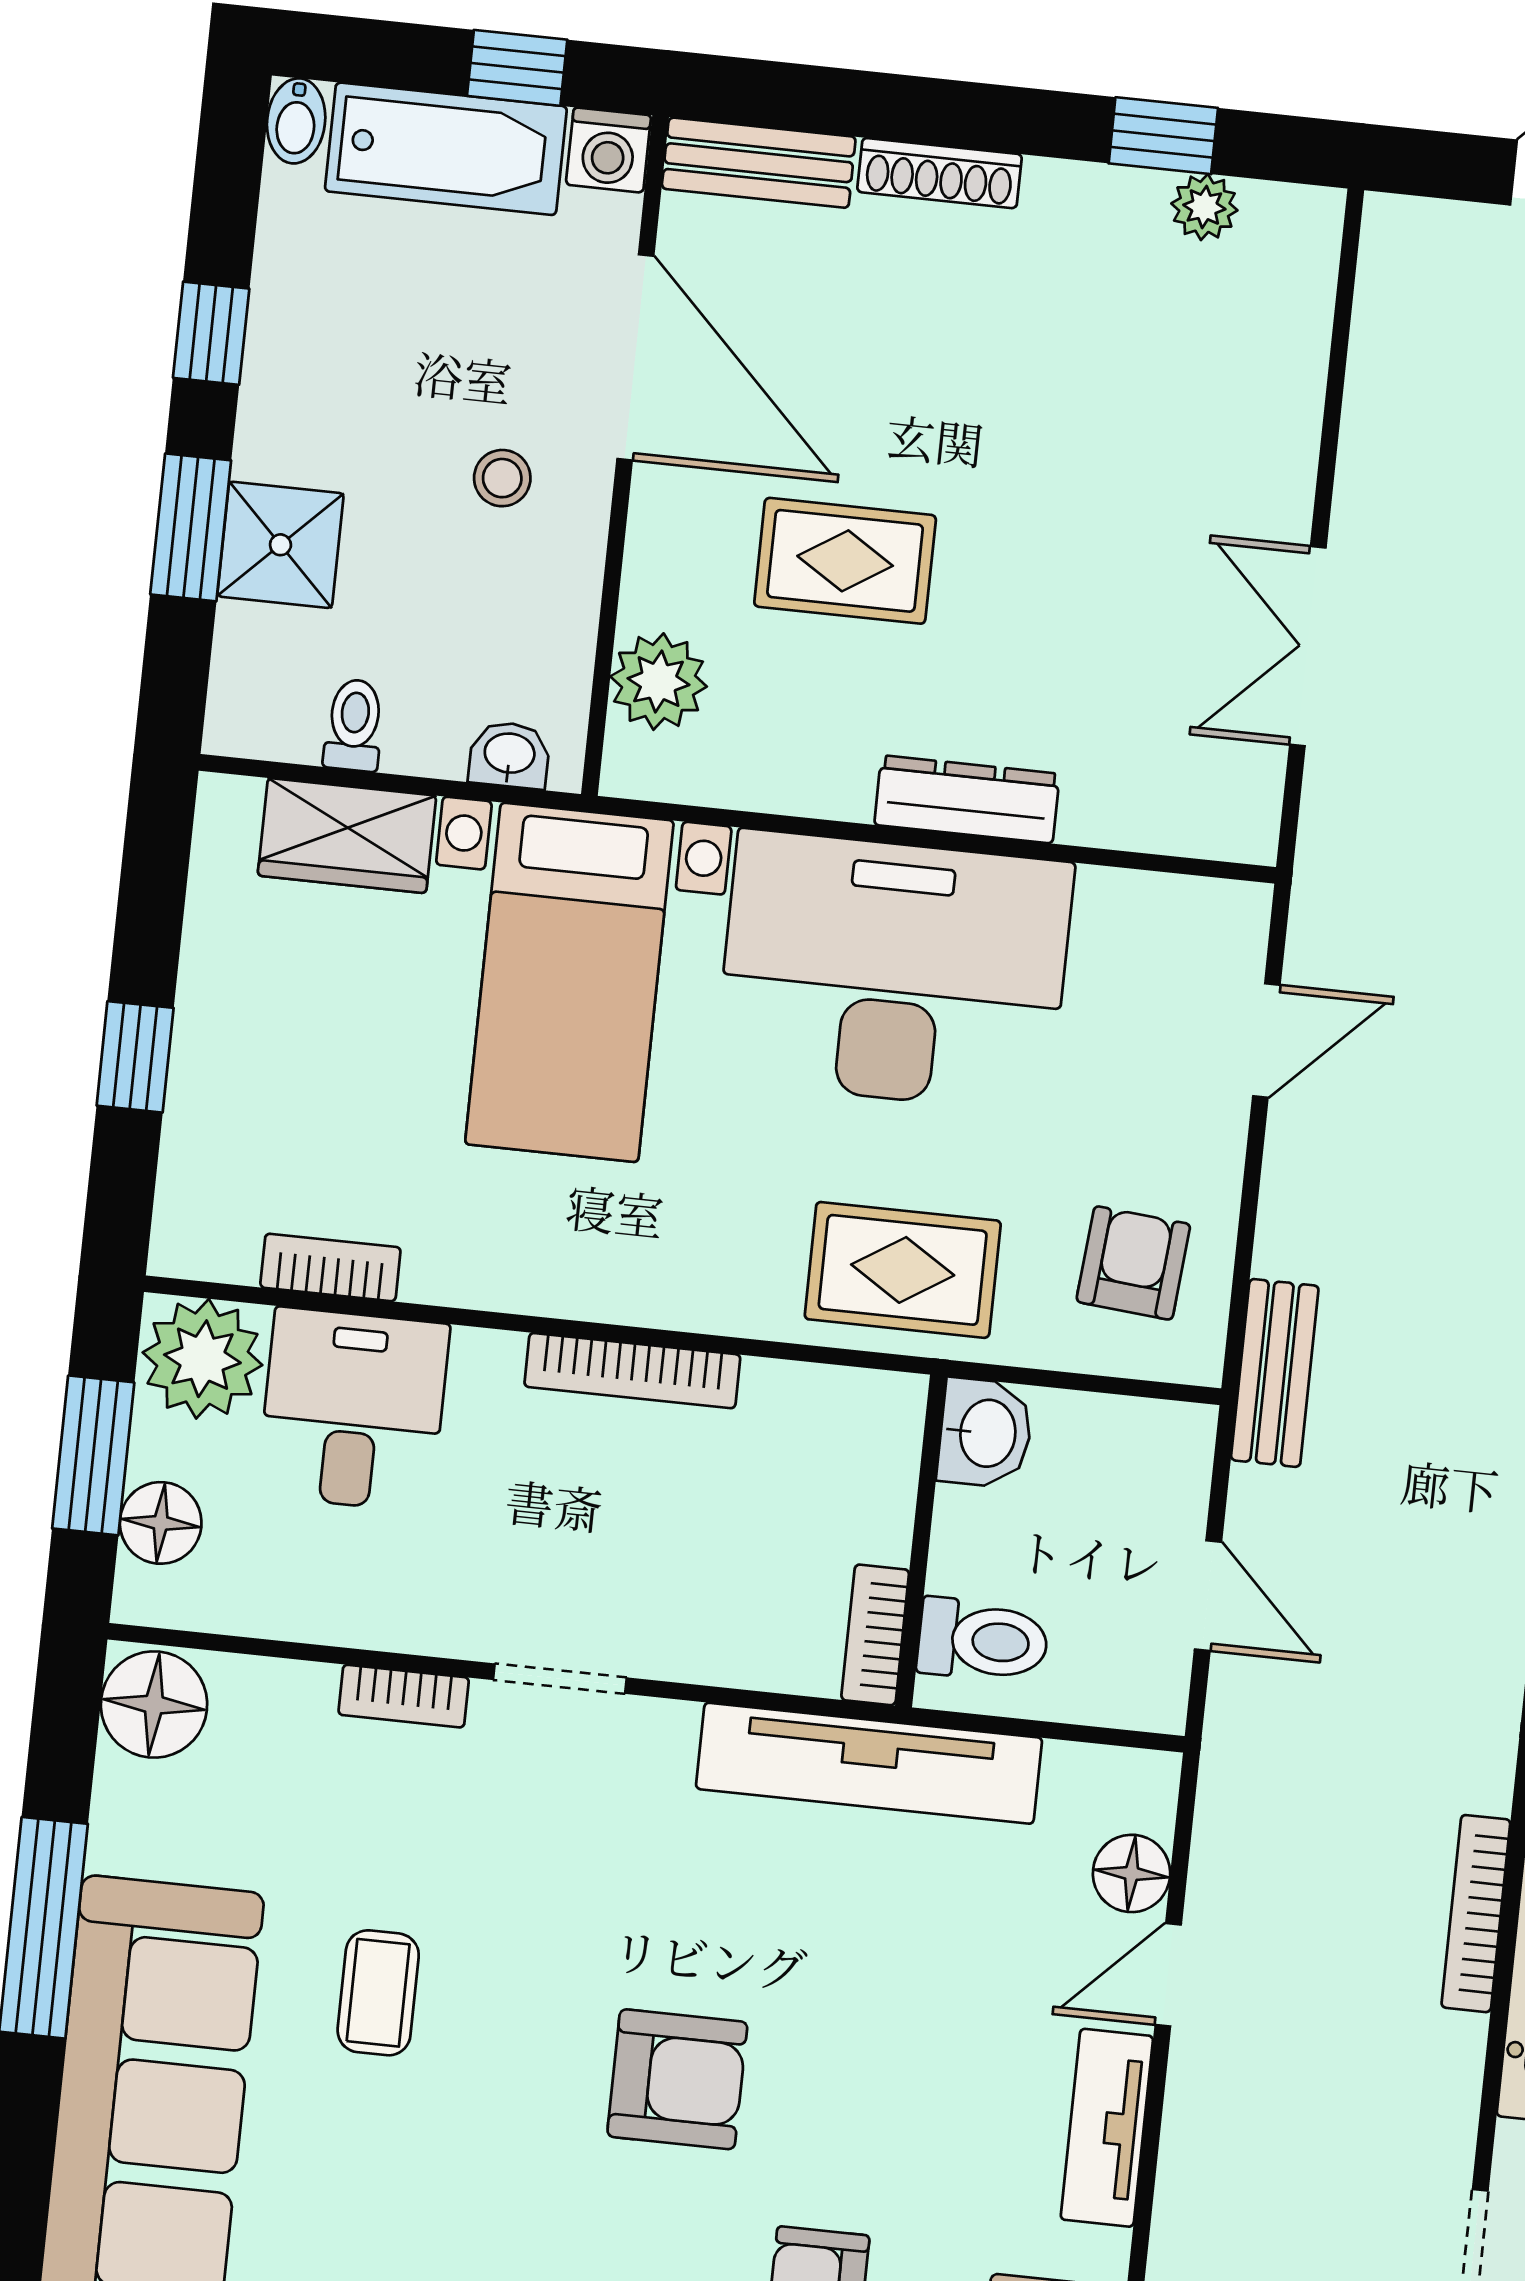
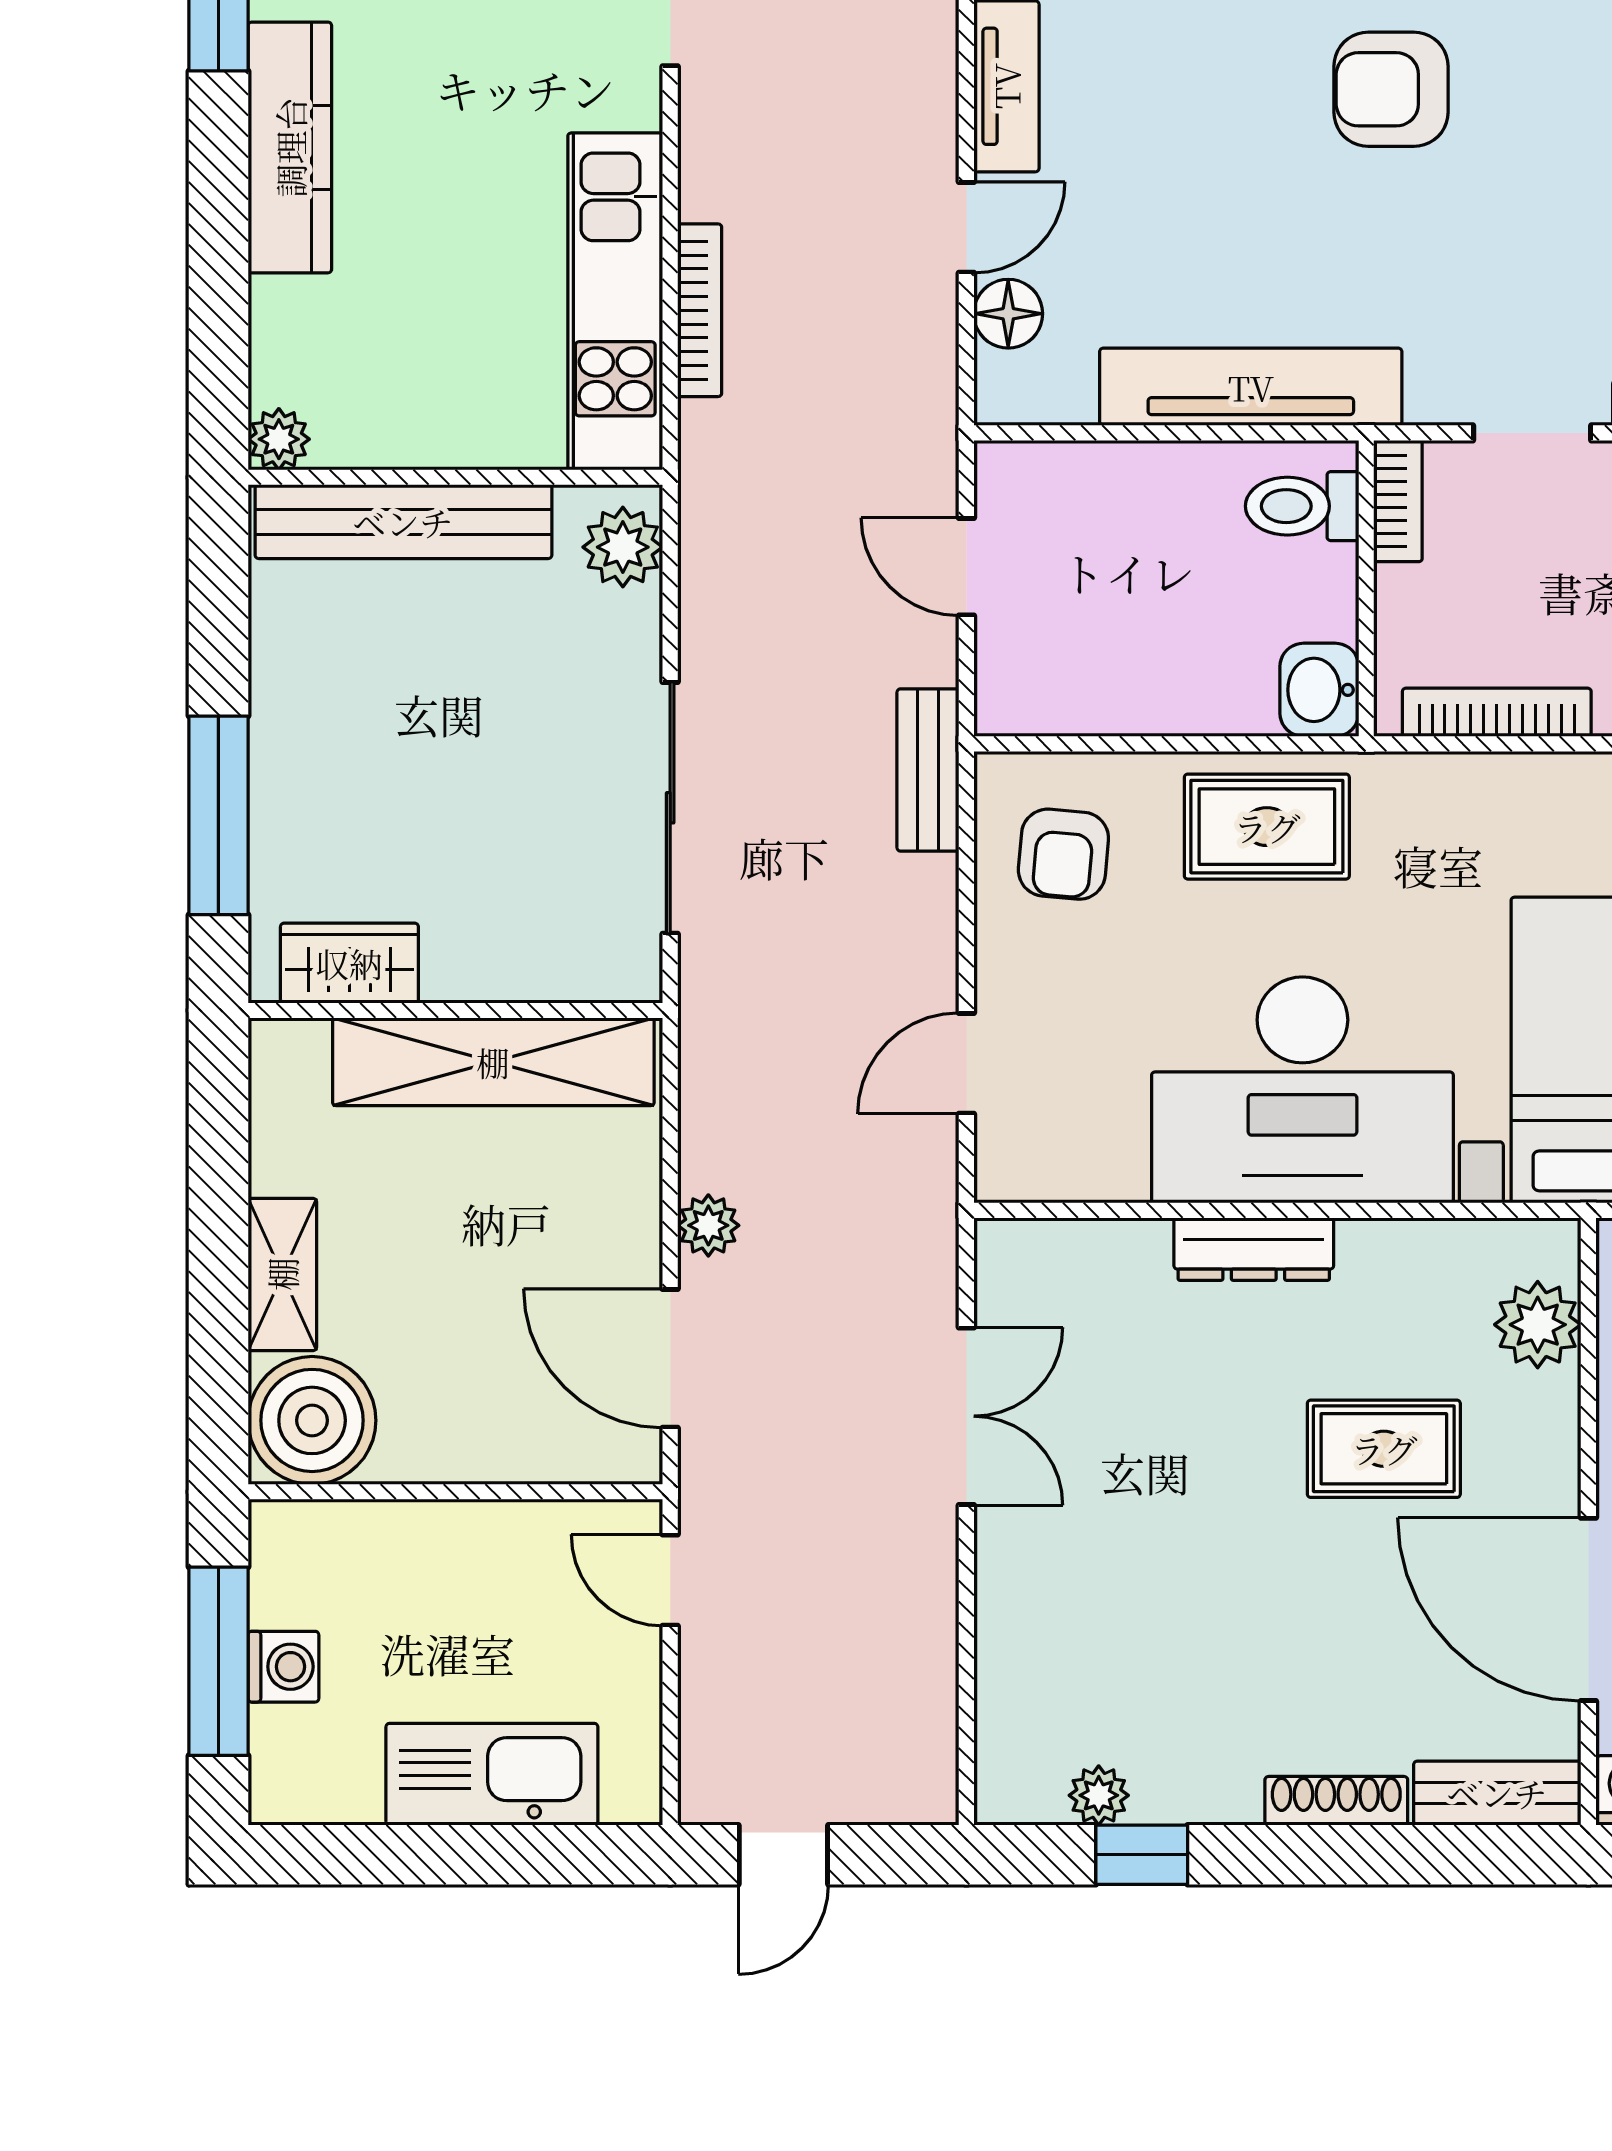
washbasin: (985, 1433) -> (1319, 690), moved
wall: (921, 1541) -> (1366, 588), moved
bookcase: (875, 1635) -> (1398, 501), moved
toilet: (983, 1640) -> (1302, 506), moved

